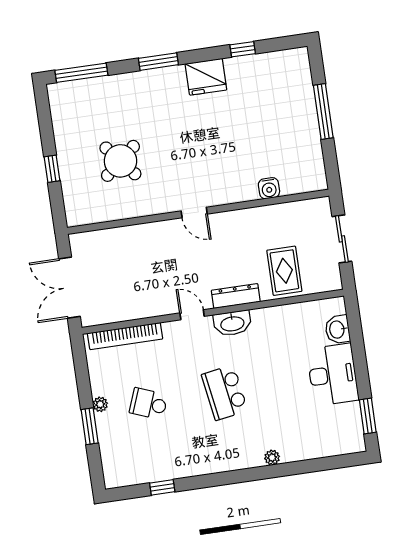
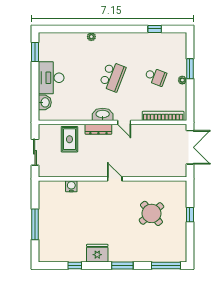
school desk: (225, 393) -> (112, 77), turned 30

